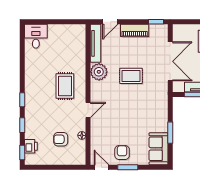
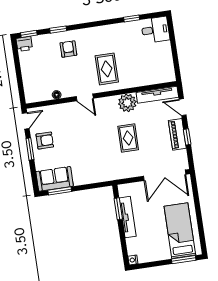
window: (156, 22) -> (187, 137), moved
double door: (170, 61) -> (165, 175), moved
rug: (65, 86) -> (107, 69), turned 90
window: (22, 100) -> (132, 19), moved
window: (170, 133) -> (60, 191), moved
armchair: (61, 139) -> (68, 49), moved
printer: (31, 146) -> (24, 44), moved

